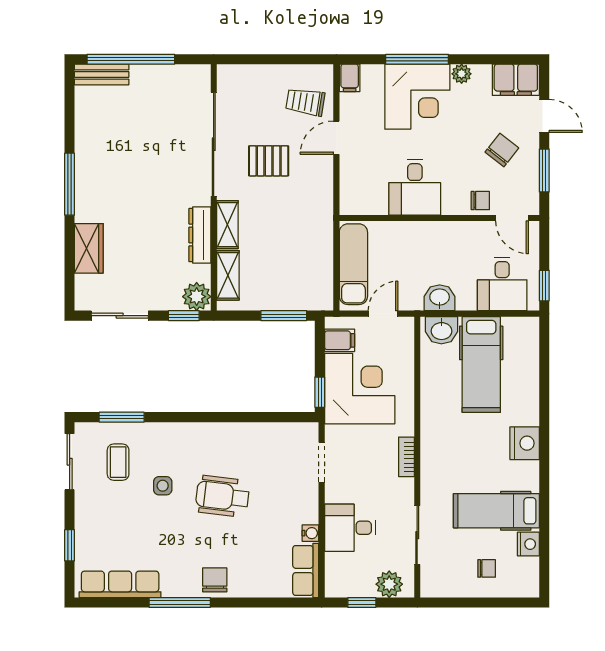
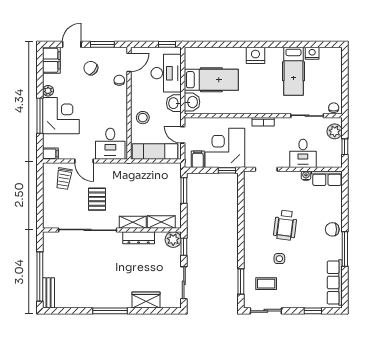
desk: (415, 187) -> (110, 144), moved, turned 90
stool: (414, 242) -> (143, 118), added
desk: (502, 284) -> (166, 73), width x1.37
chair: (487, 568) -> (334, 108), moved

